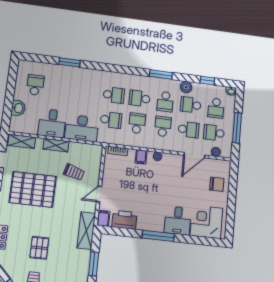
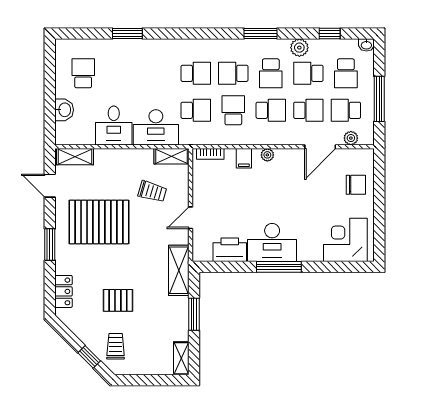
school desk: (163, 126) -> (271, 110), turned 90
shelving: (56, 145) -> (171, 156), moved
filing cabinet: (103, 218) -> (200, 251), removed
desk: (178, 221) -> (272, 243), moved, width x1.37
pallet: (39, 248) -> (118, 300), turned 90

